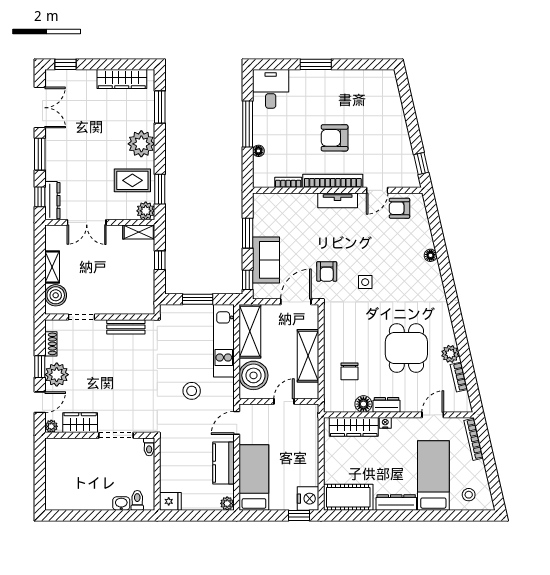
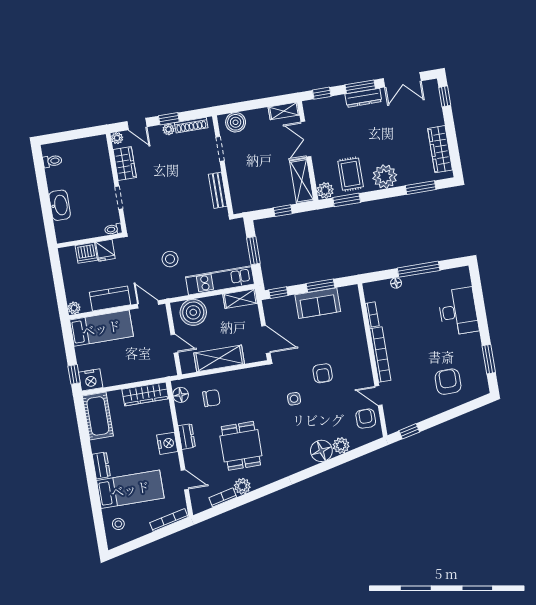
window: (316, 64) -> (489, 359), moved
desk: (271, 89) -> (458, 311), moved, width x1.37
armchair: (335, 138) -> (448, 382), moved
tv unit: (338, 200) -> (363, 362), removed
dresser: (52, 201) -> (363, 98), moved
shelving: (139, 232) -> (302, 181), width x1.50, depth x1.33
plant: (424, 240) -> (341, 445), added
floor lamp: (431, 255) -> (321, 451), width x1.89, depth x1.89
sofa: (266, 260) -> (318, 303), moved
shelving: (52, 267) -> (284, 111), moved
armchair: (327, 271) -> (323, 373), moved, turned -90
shelving: (250, 331) -> (240, 299), width x0.67, depth x0.75
shoe rack: (51, 344) -> (191, 125), width x1.43
dining table: (406, 348) -> (241, 446), turned 90
chair: (349, 371) -> (211, 398), turned 180
plant: (57, 375) -> (169, 129), width x0.53, depth x0.53
floor lamp: (363, 404) -> (181, 395), moved
nightstand: (385, 423) -> (167, 443), width x1.89, depth x1.79
wardrobe: (354, 427) -> (145, 394), moved, turned -90
doorway: (116, 435) -> (119, 198), width x0.73
dishwasher: (170, 480) -> (86, 253), added
toilet: (137, 500) -> (52, 161), moved
fridge: (170, 501) -> (105, 250), moved
dresser: (396, 503) -> (101, 465), width x0.70
washbasin: (121, 504) -> (60, 205), width x1.91, depth x1.45

